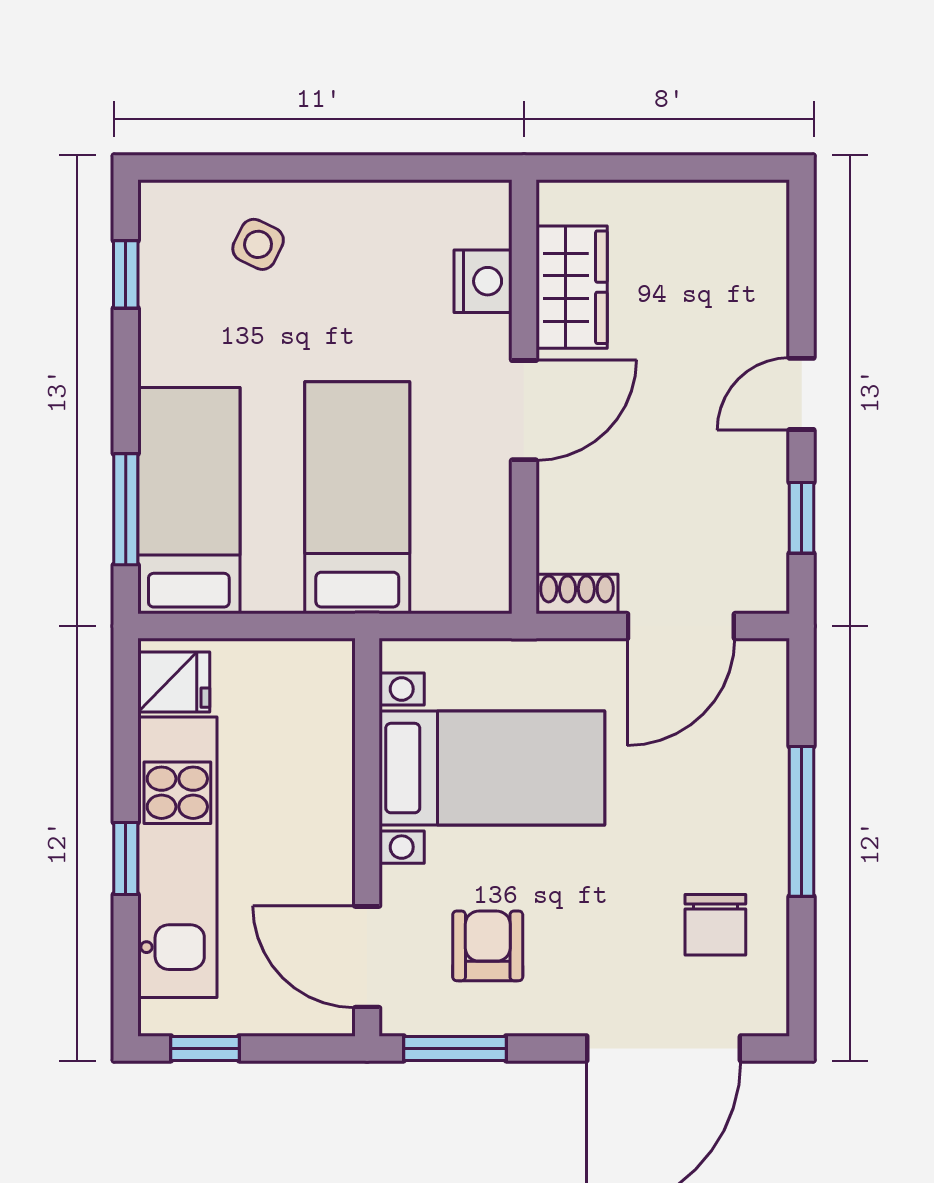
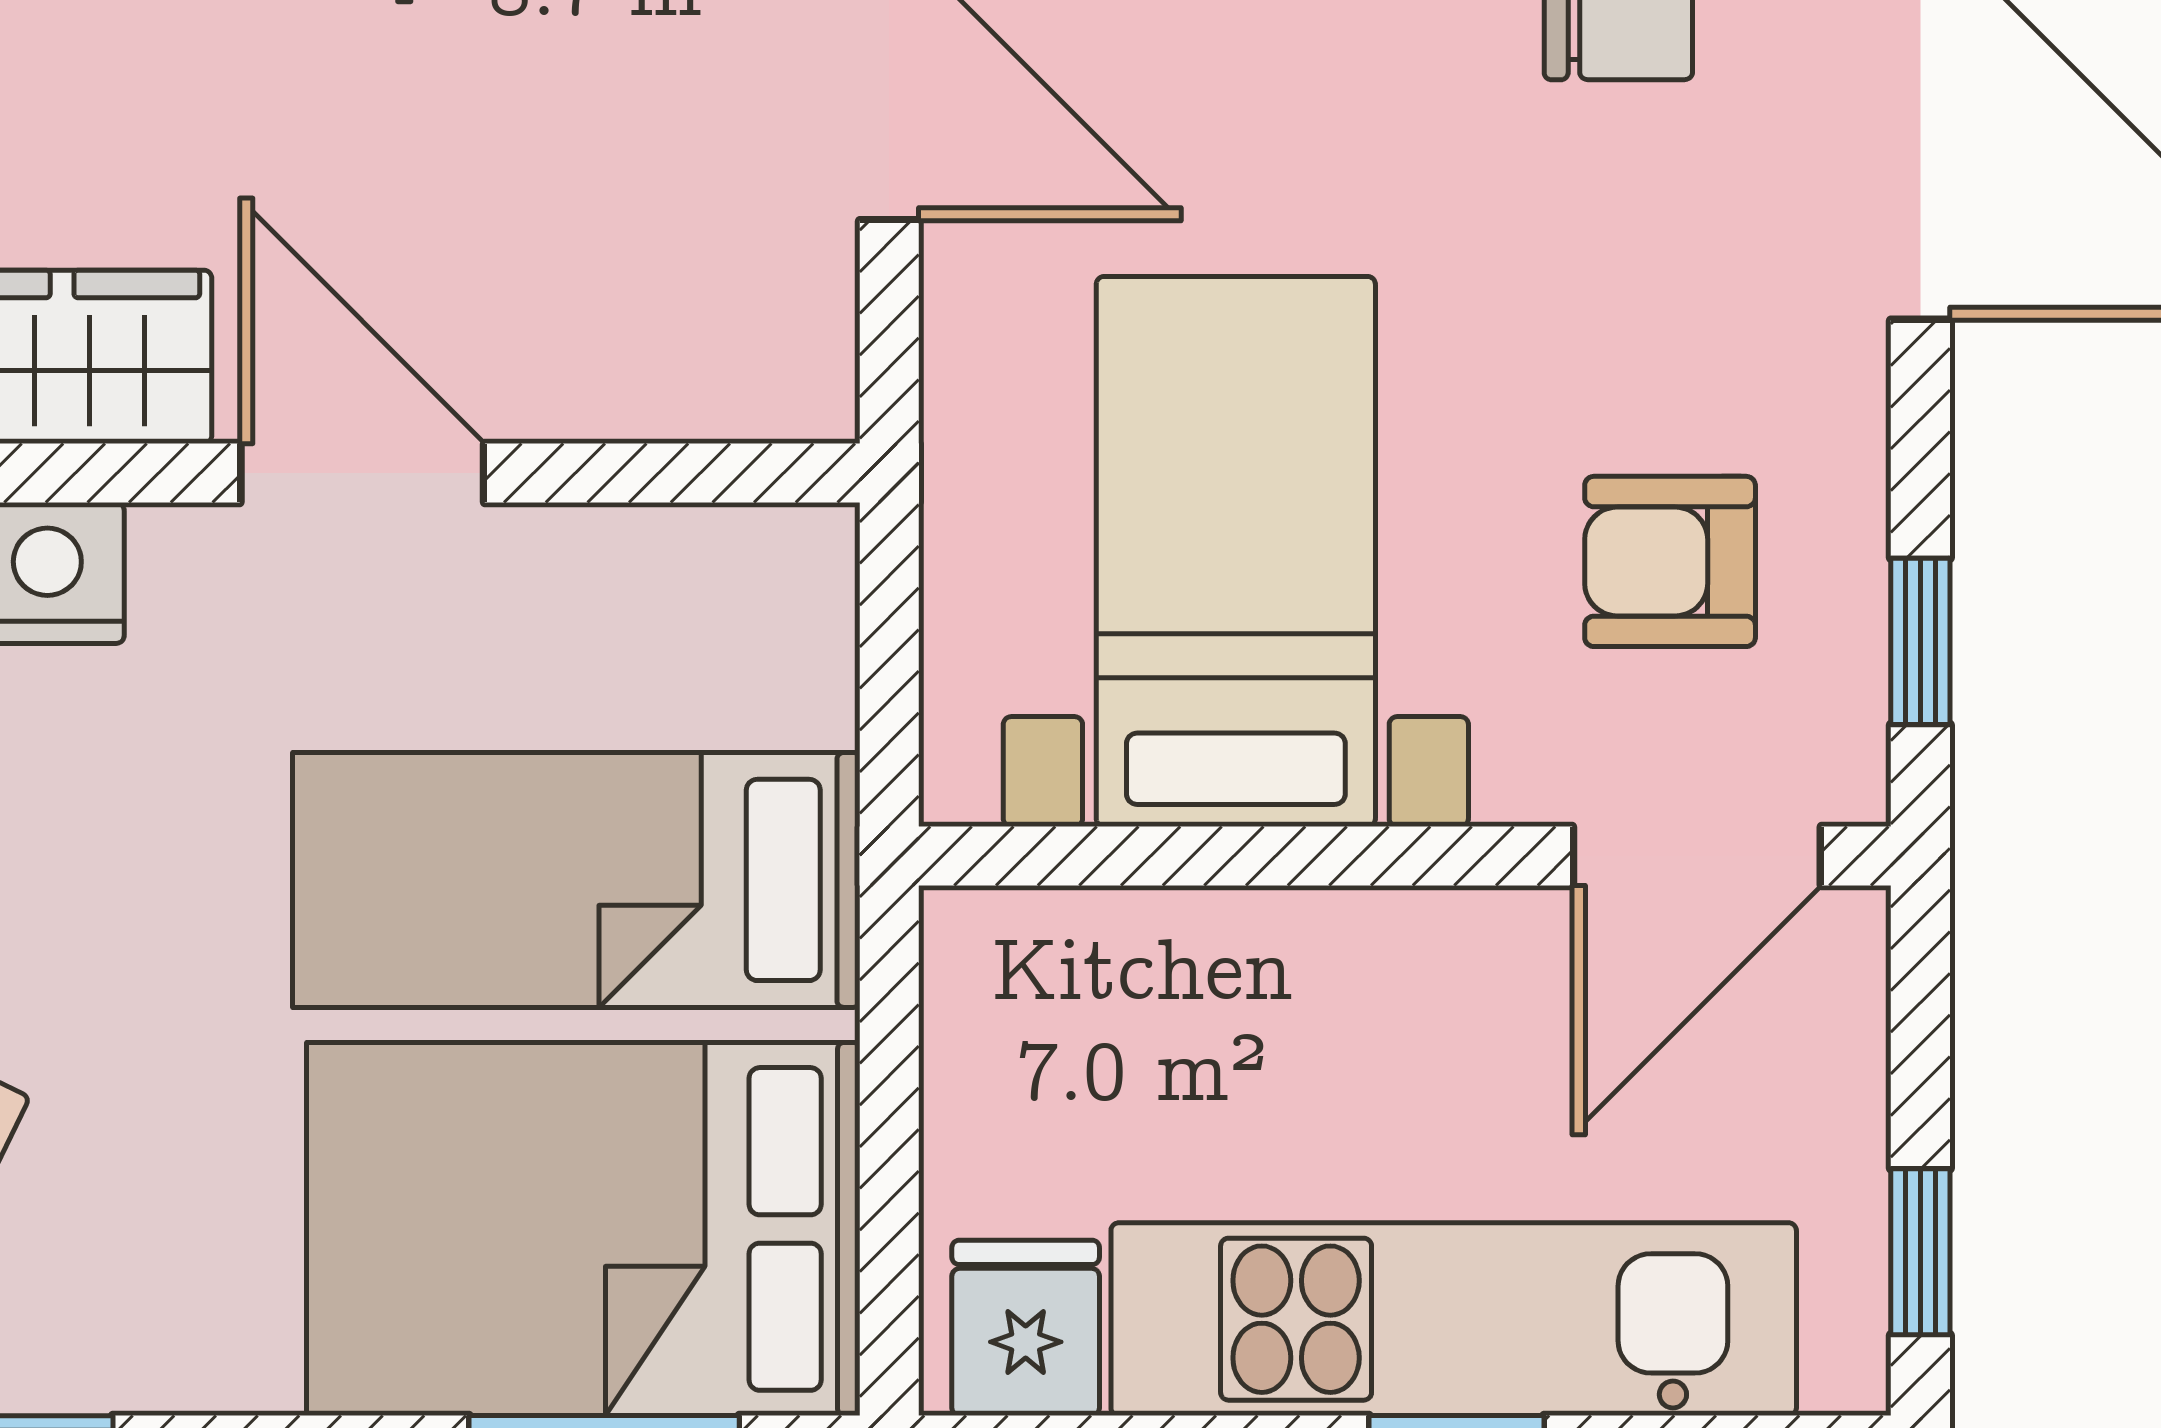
bed: (189, 501) -> (583, 1229), width x1.50
shoe rack: (577, 594) -> (811, 344), removed
window: (455, 1048) -> (1920, 641), width x0.67

